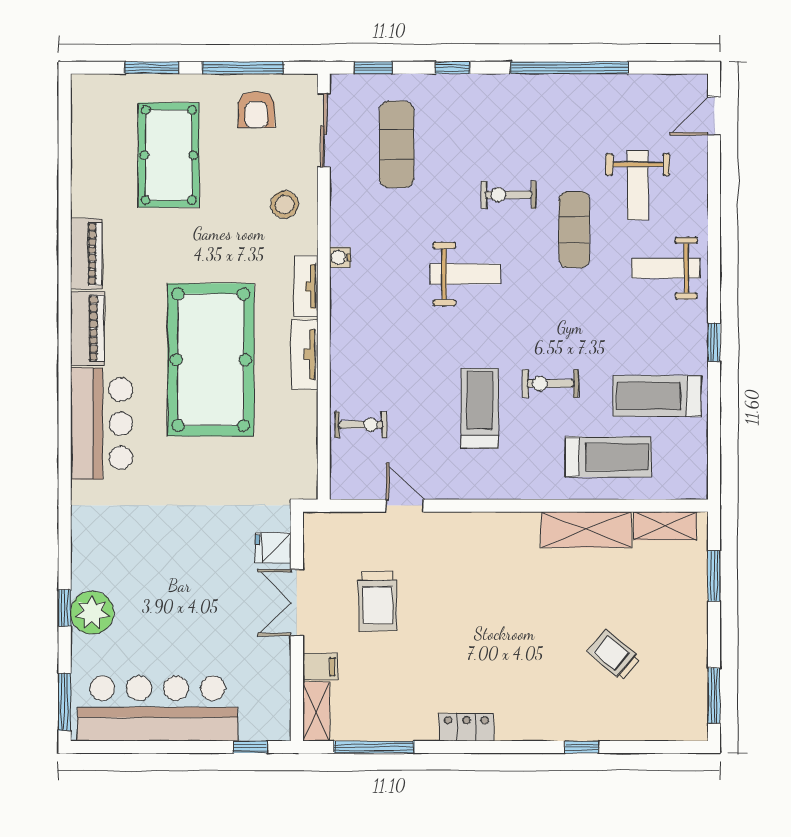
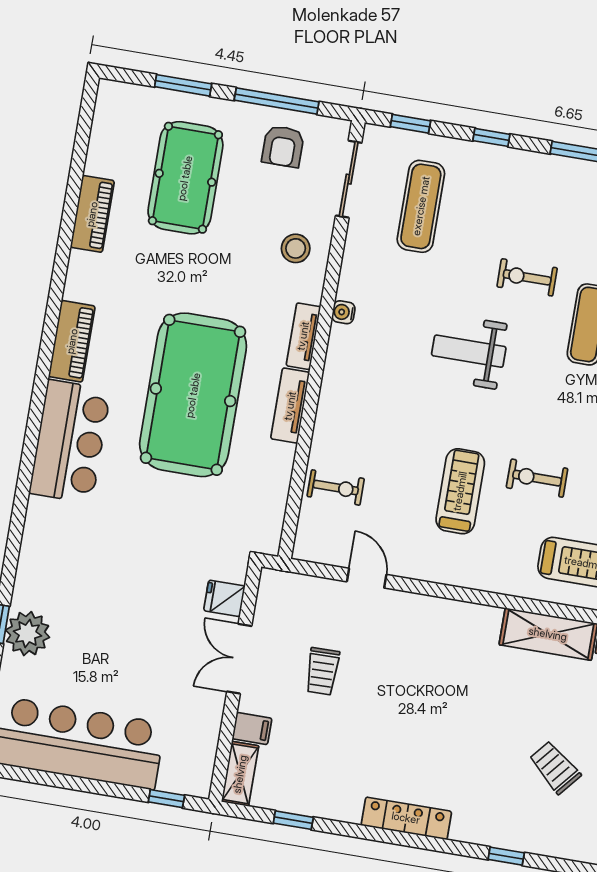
piano: (86, 254) -> (92, 214), moved
weight bench: (465, 274) -> (469, 351), turned 180
trolley: (378, 601) -> (322, 671), width x0.73, depth x0.72
locker: (466, 727) -> (406, 818), width x1.53
window: (374, 747) -> (293, 820), width x0.46

